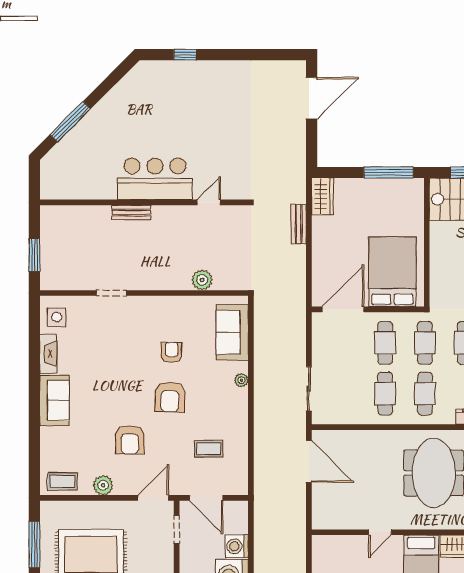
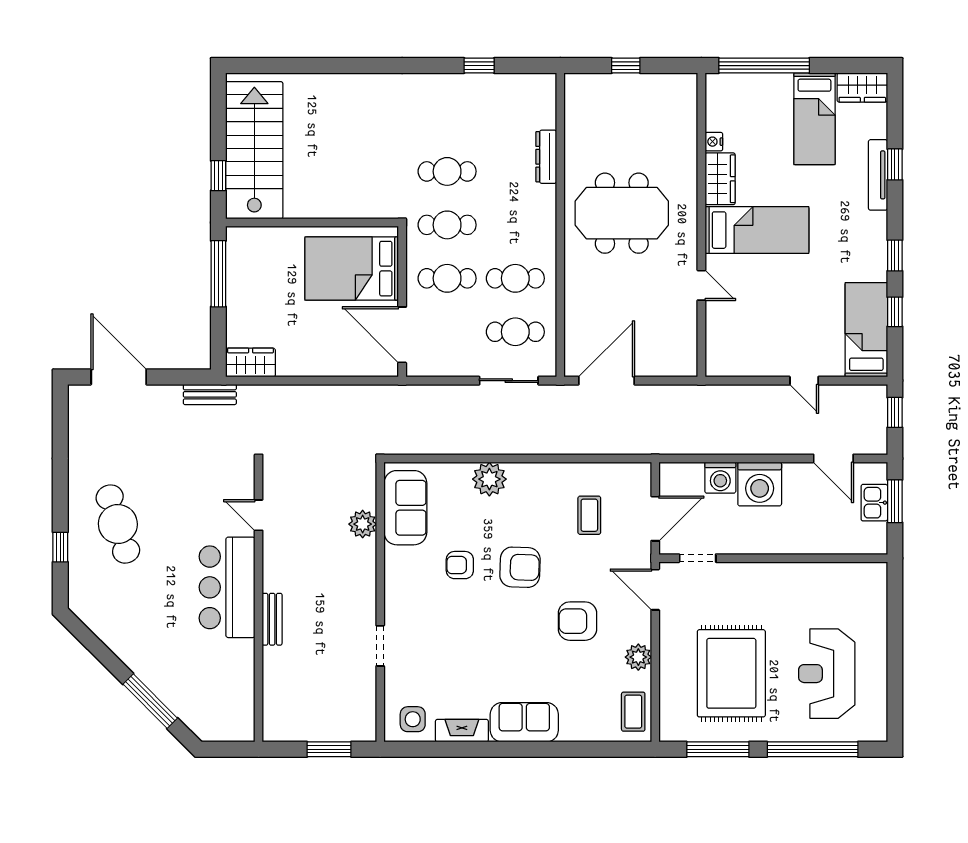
cafe table: (202, 98) -> (118, 524), added
bench: (299, 224) -> (210, 394), moved
sofa: (232, 333) -> (405, 508), moved, turned -90
plant: (241, 380) -> (489, 479), width x1.88, depth x1.88
cafe table: (425, 394) -> (515, 332), moved
armchair: (130, 440) -> (577, 621), turned 180

